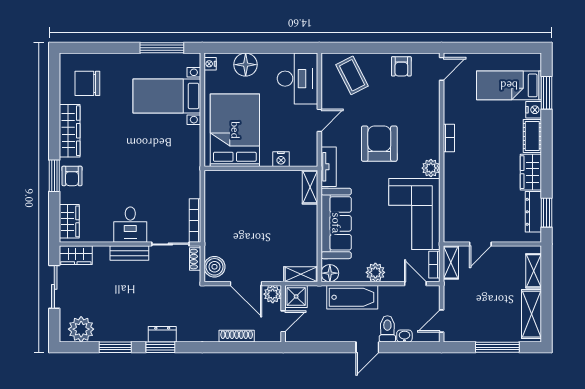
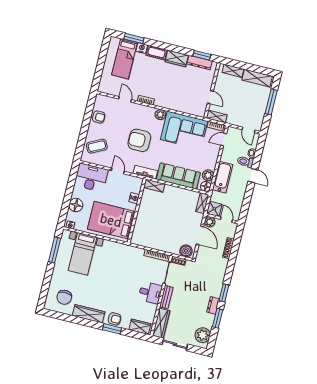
door: (442, 69) -> (125, 99), moved
wardrobe: (76, 255) -> (161, 323), width x1.50
plant: (375, 272) -> (208, 175), moved
door: (246, 284) -> (200, 235), hinge flipped
dresser: (162, 334) -> (213, 305), moved

